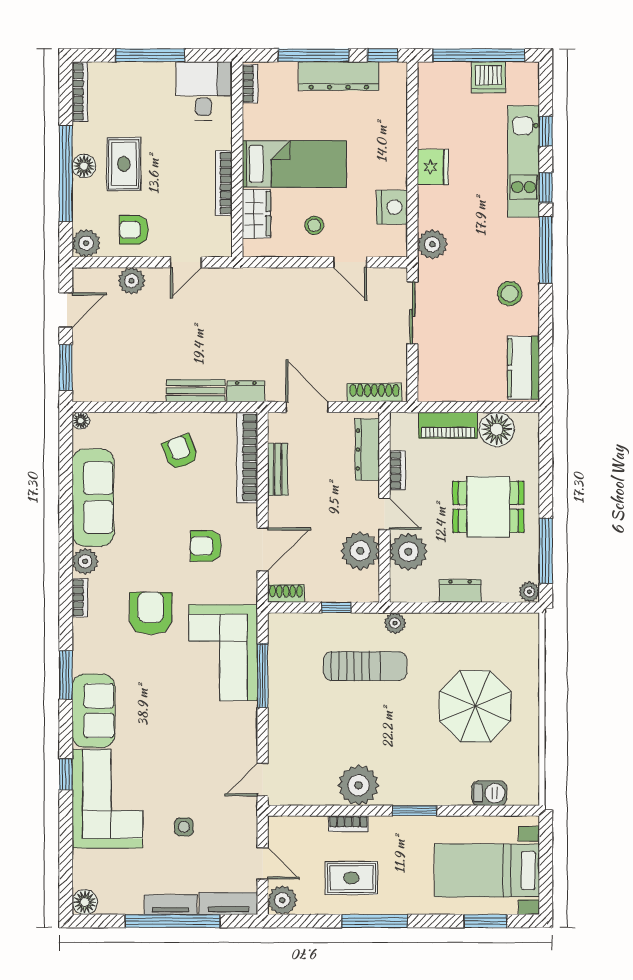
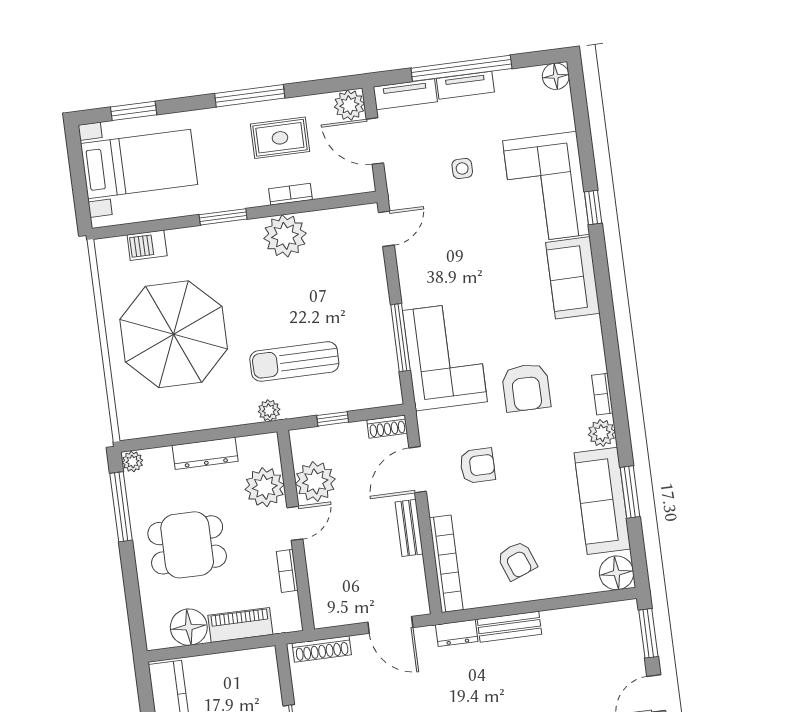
floor lamp: (81, 421) -> (617, 573), width x1.89, depth x1.89
dresser: (367, 450) -> (322, 588), removed
bench: (278, 469) -> (409, 528), moved
door: (384, 514) -> (295, 523), swing flipped
dresser: (460, 591) -> (205, 453), width x1.44
window: (66, 675) -> (630, 492), moved
parasol: (475, 706) -> (174, 334), width x1.36, depth x1.36
door: (263, 863) -> (375, 141), width x1.38

